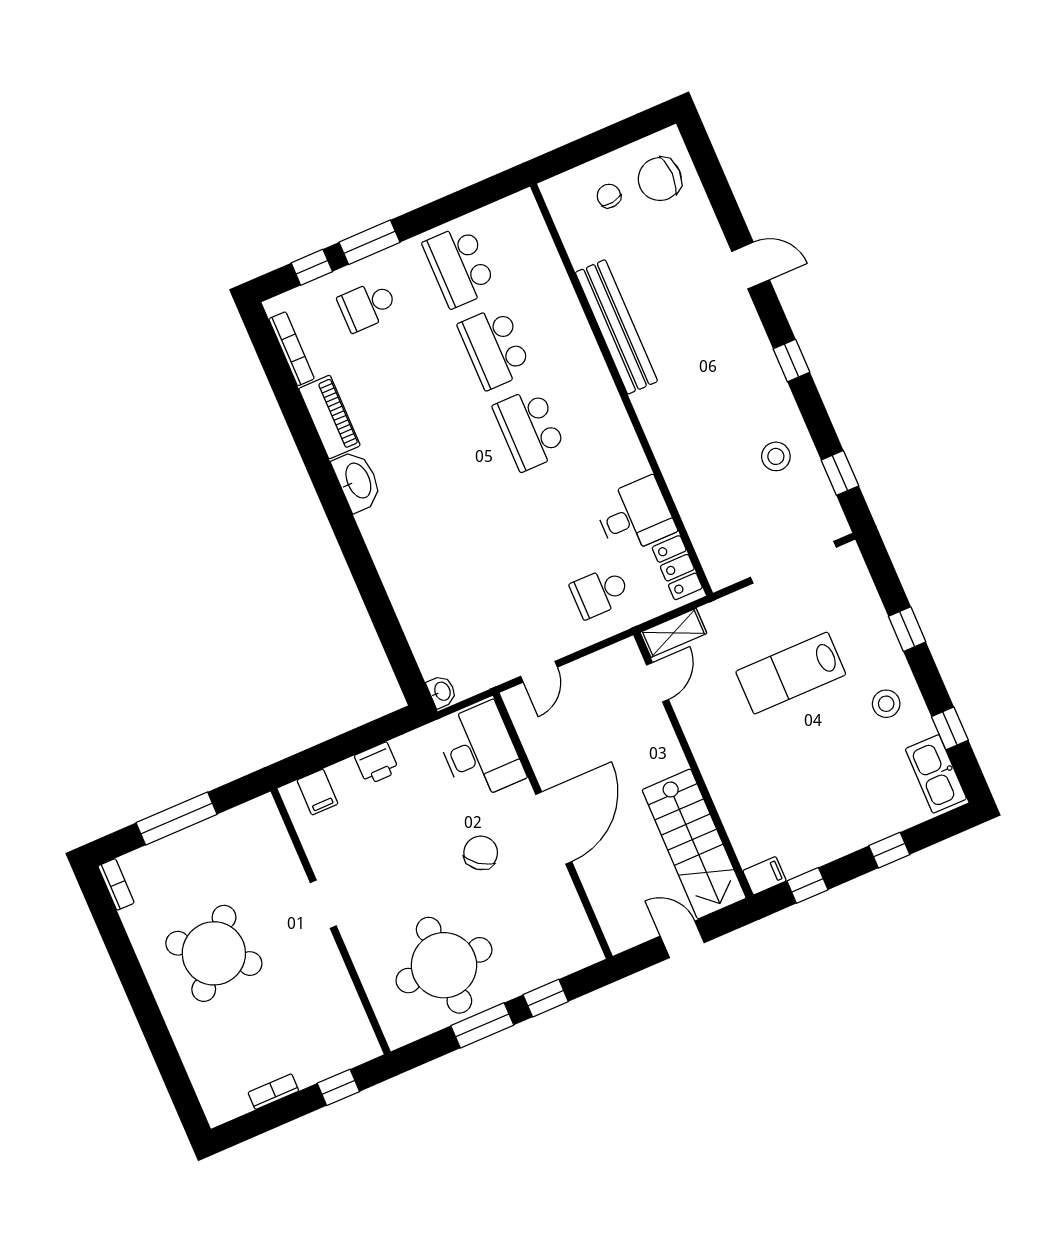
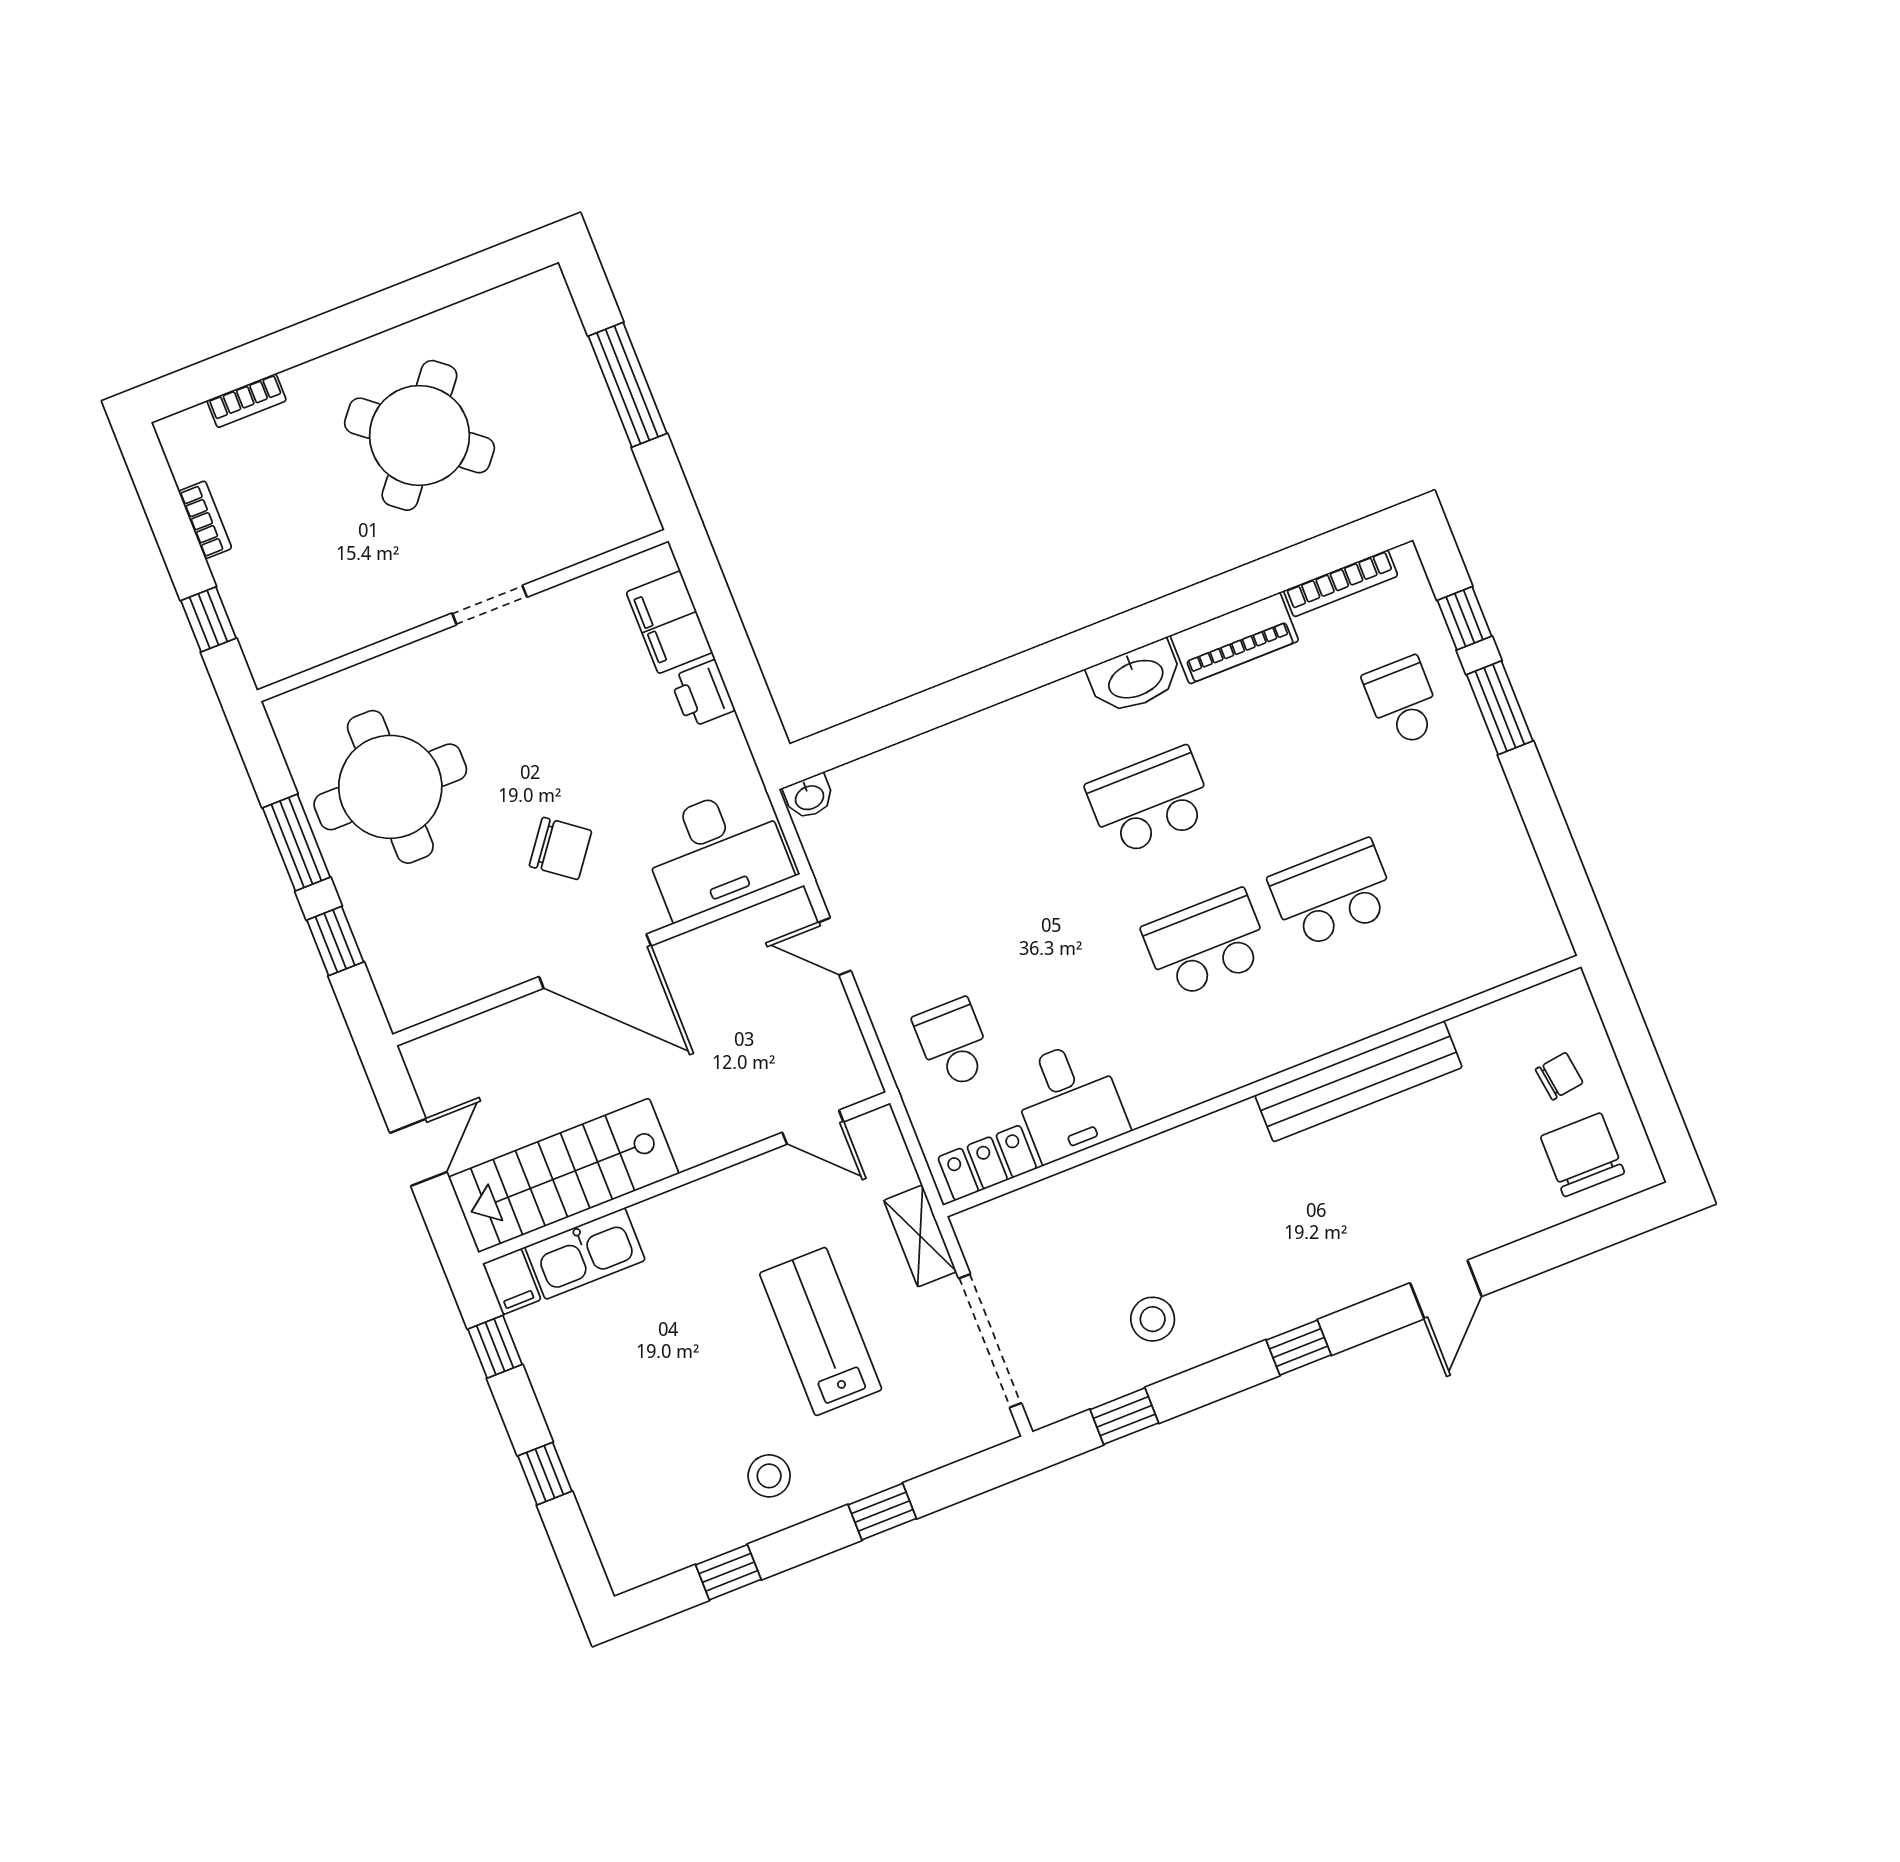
school desk: (459, 266) -> (1150, 801), moved
shelving: (673, 633) -> (920, 1236), moved
kitchen sink: (936, 774) -> (585, 1253), moved, turned 180
filing cabinet: (318, 792) -> (669, 622), width x2.00
bookcase: (116, 884) -> (247, 401), moved

